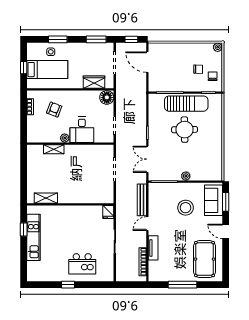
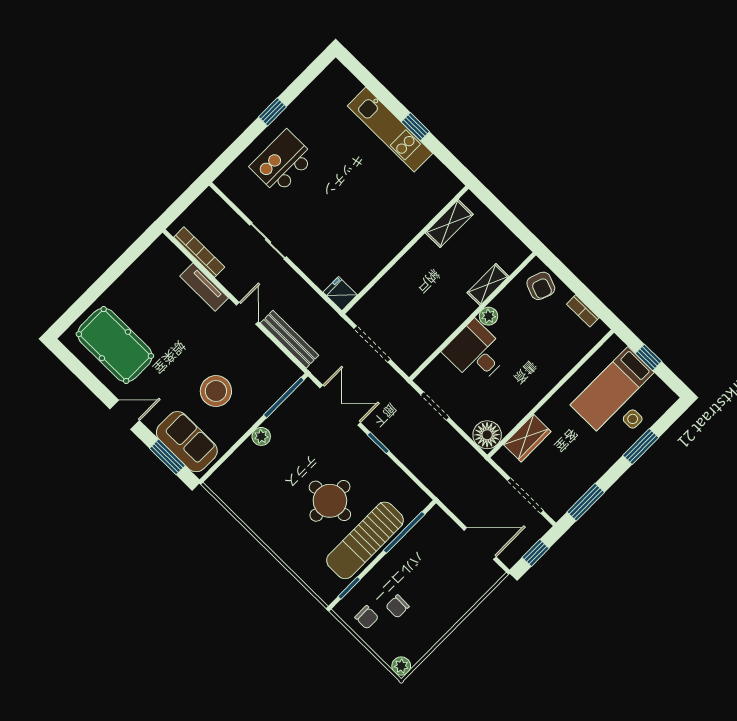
armchair: (54, 110) -> (541, 286), moved
shelving: (46, 198) -> (449, 224), moved
wall: (70, 204) -> (405, 250), moved
fridge: (108, 212) -> (340, 294), moved
window: (183, 285) -> (109, 277), removed

